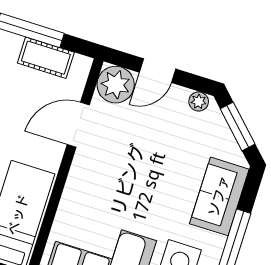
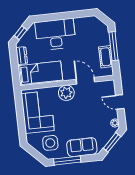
plant: (116, 85) -> (66, 93), moved

